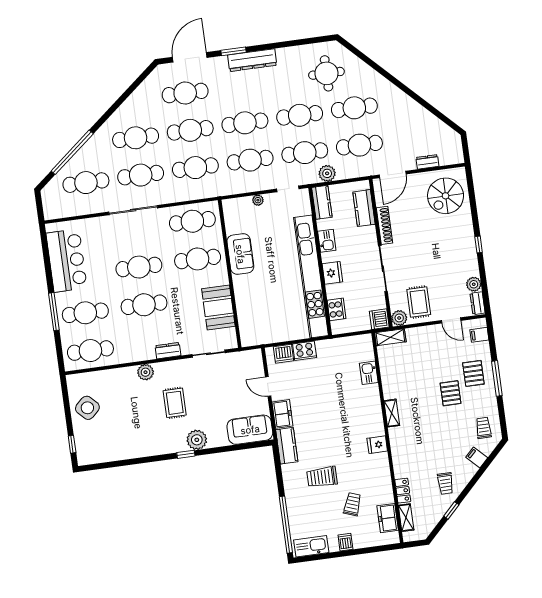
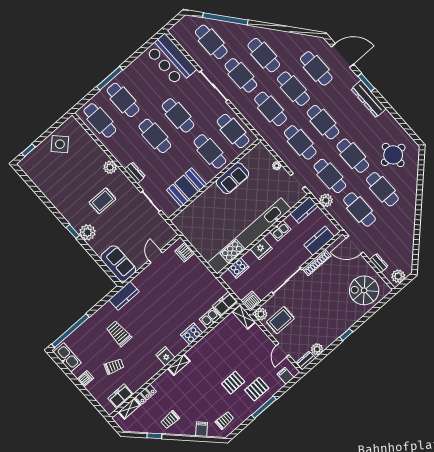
plant: (454, 151) -> (398, 276), added
bar counter: (67, 261) -> (171, 60), moved, turned 90
cooker: (305, 351) -> (192, 334), moved, turned 90
shelving: (392, 413) -> (179, 365), moved
freezer: (282, 414) -> (225, 304), moved, turned 180

